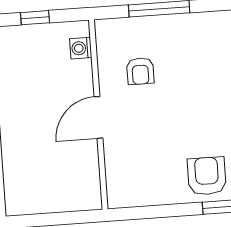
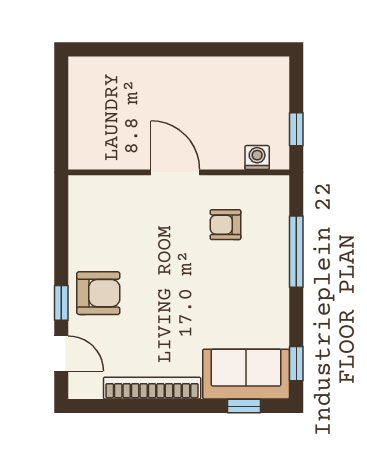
window: (35, 18) -> (296, 129), moved

